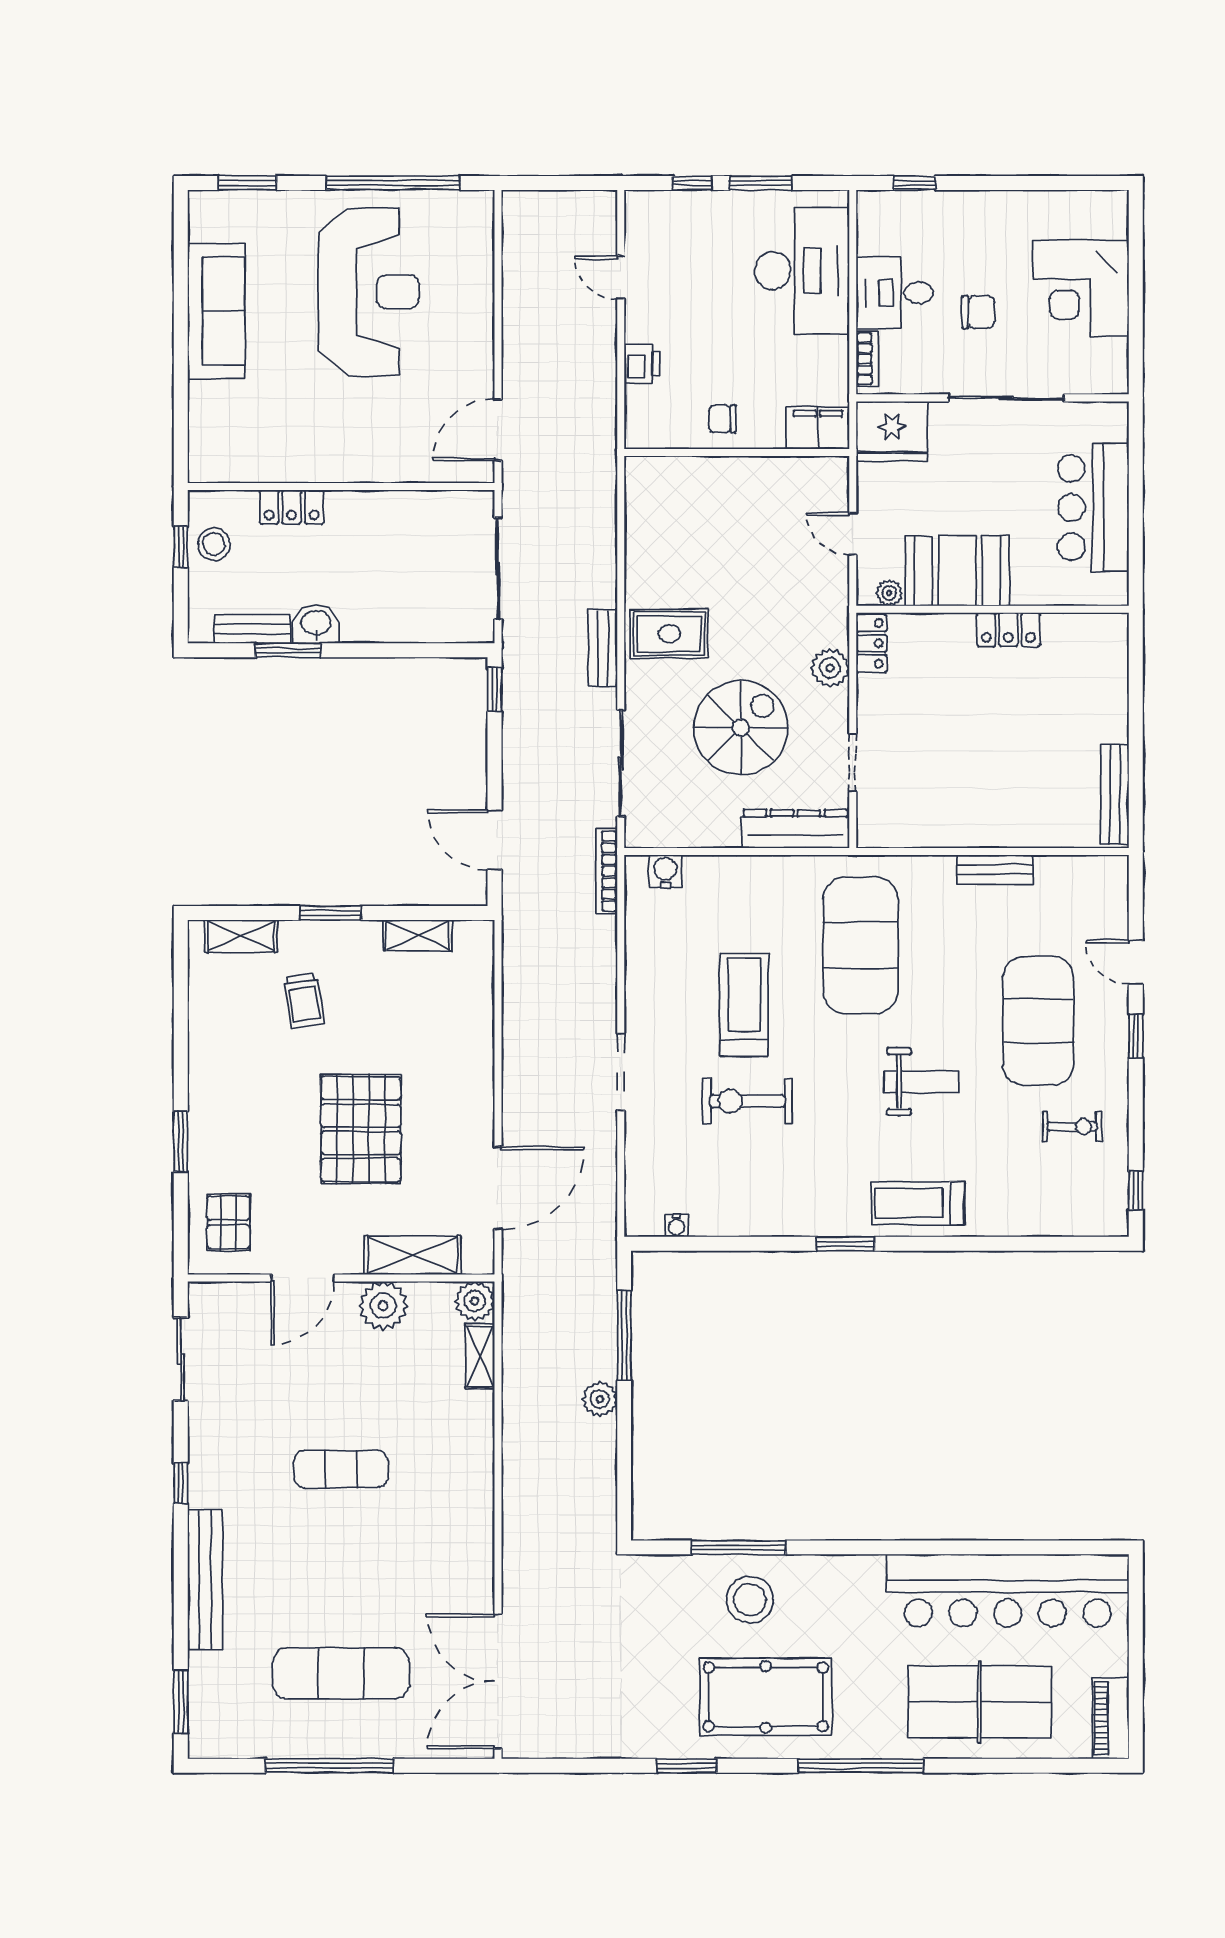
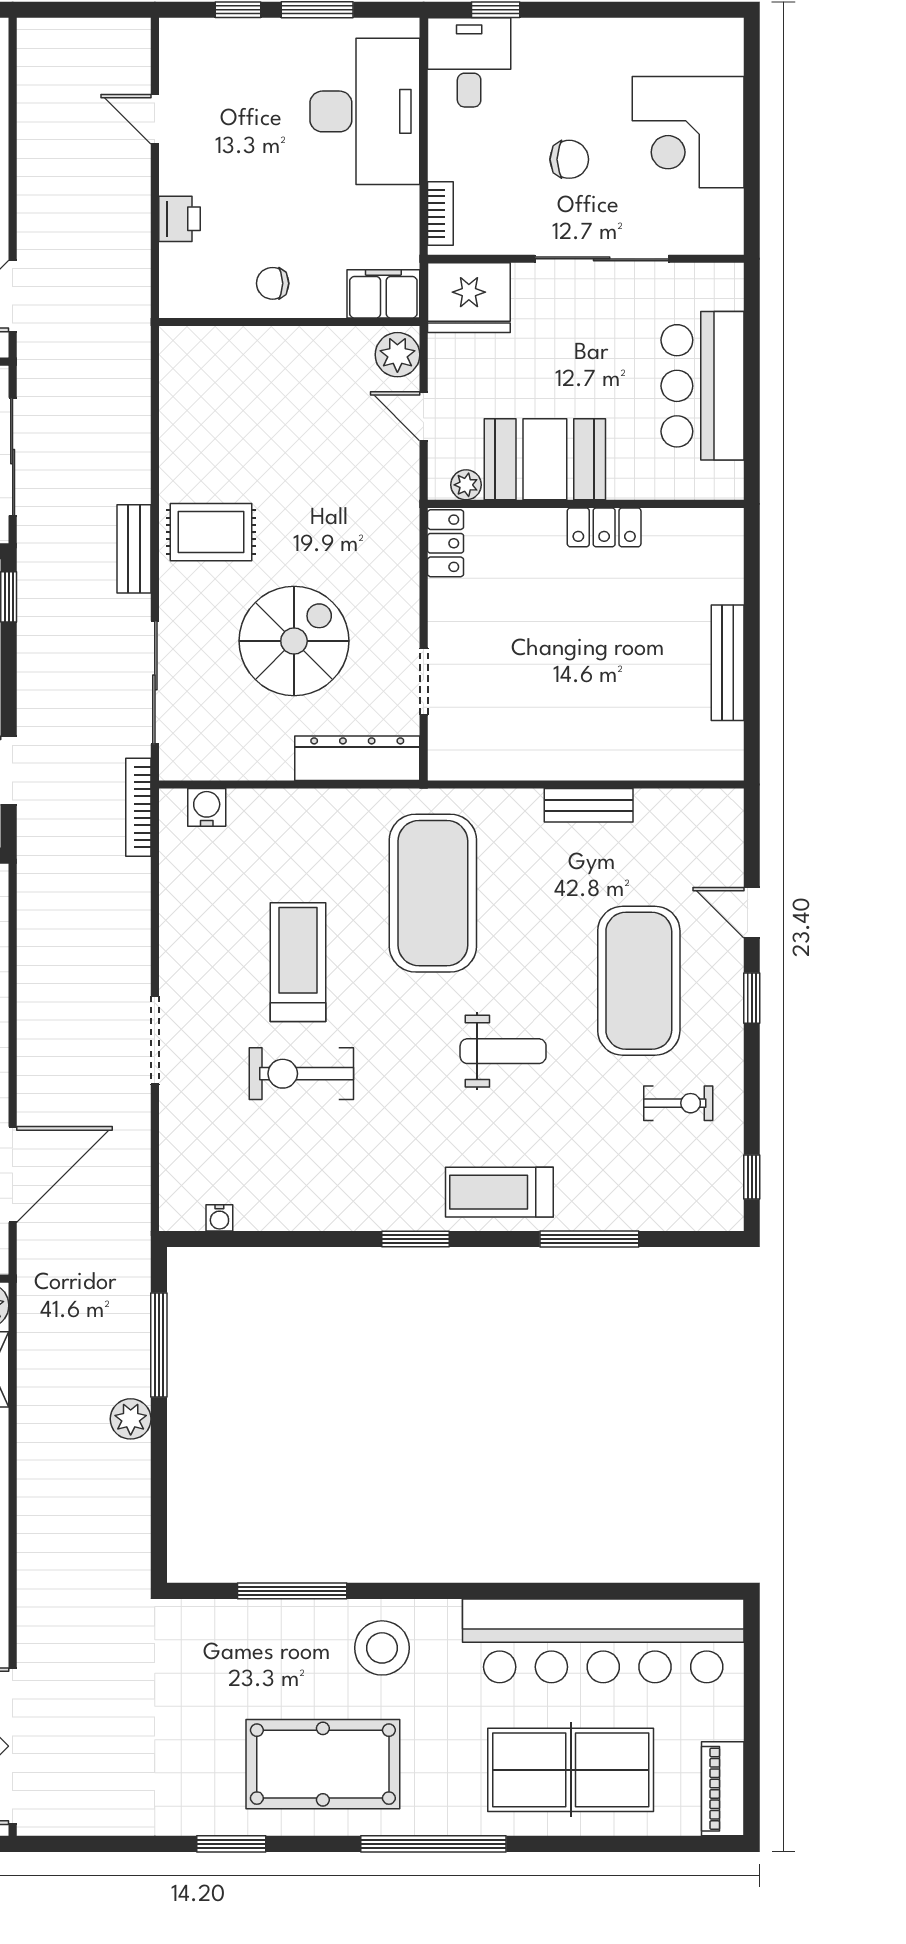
desk: (895, 293) -> (469, 62), moved, turned 90
plant: (830, 668) -> (397, 355), moved
bench: (1115, 794) -> (728, 663), moved
window: (996, 1244) -> (589, 1239), added
stool: (750, 1600) -> (382, 1648), moved

